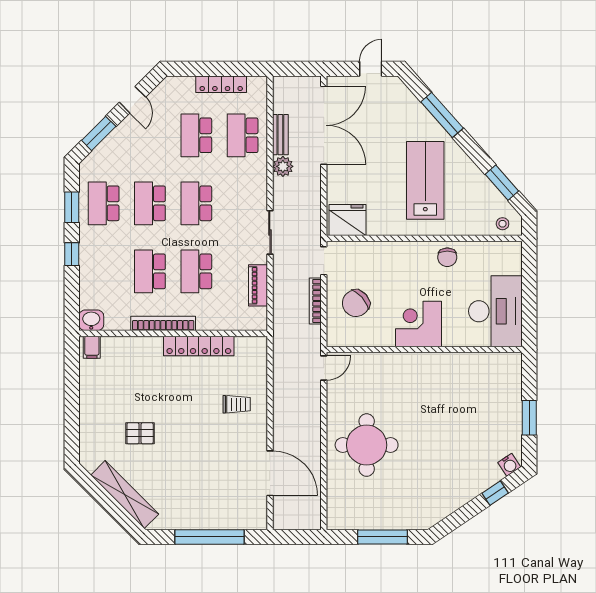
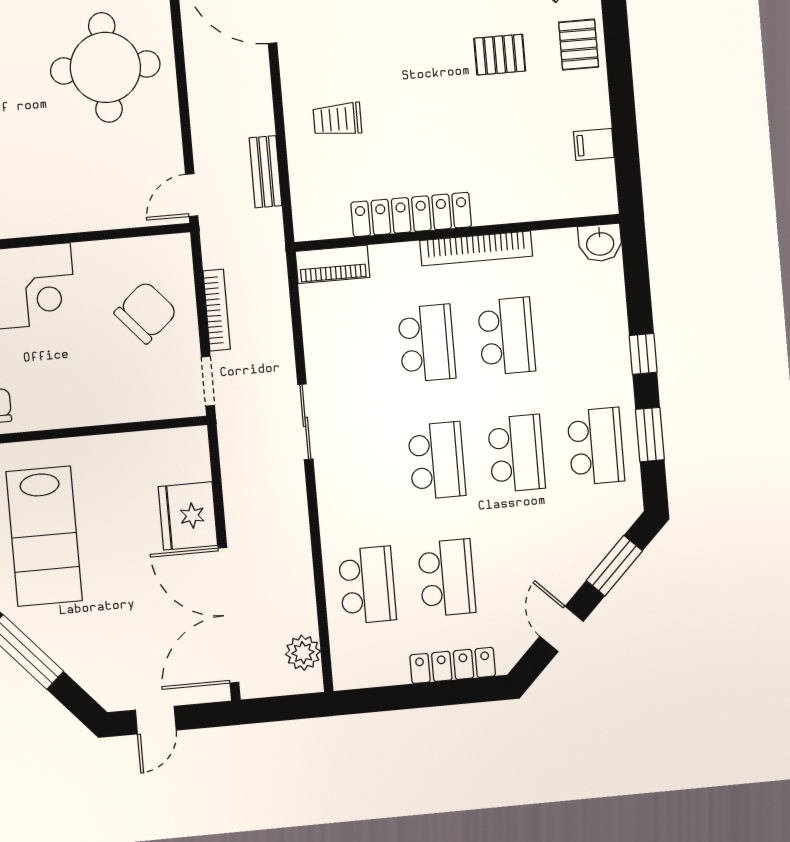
locker: (221, 84) -> (453, 665), moved
bench: (280, 135) -> (265, 172), moved
plant: (283, 166) -> (303, 653), moved
fridge: (347, 220) -> (188, 516), moved, turned 90
piano: (258, 285) -> (333, 264), moved, turned 90
filing cabinet: (92, 347) -> (594, 144), moved, turned -90
pallet: (94, 435) -> (579, 45), added

